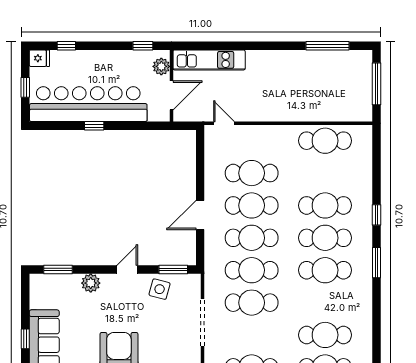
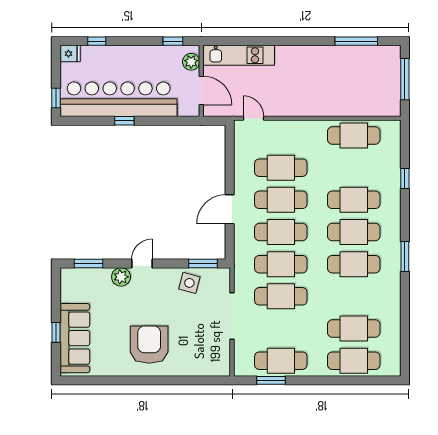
window: (25, 87) -> (56, 98), moved
door: (172, 95) -> (201, 90), hinge flipped
window: (377, 215) -> (405, 179), moved
door: (127, 270) -> (142, 263), moved

